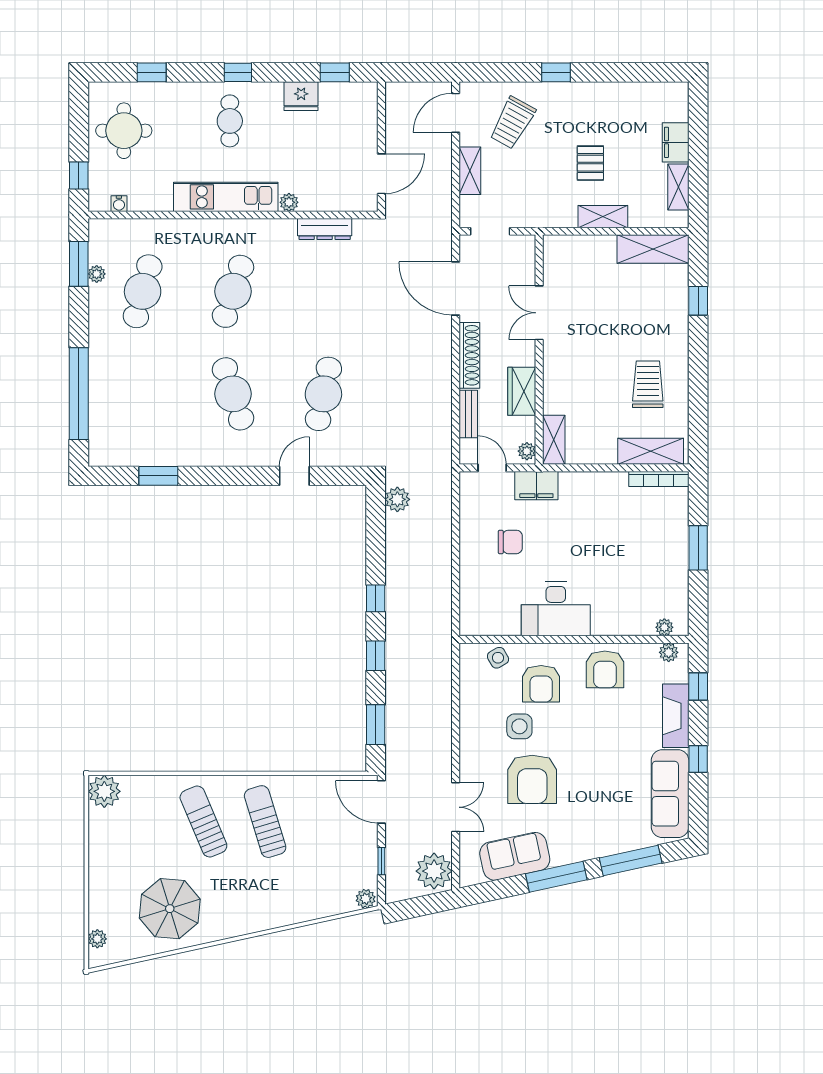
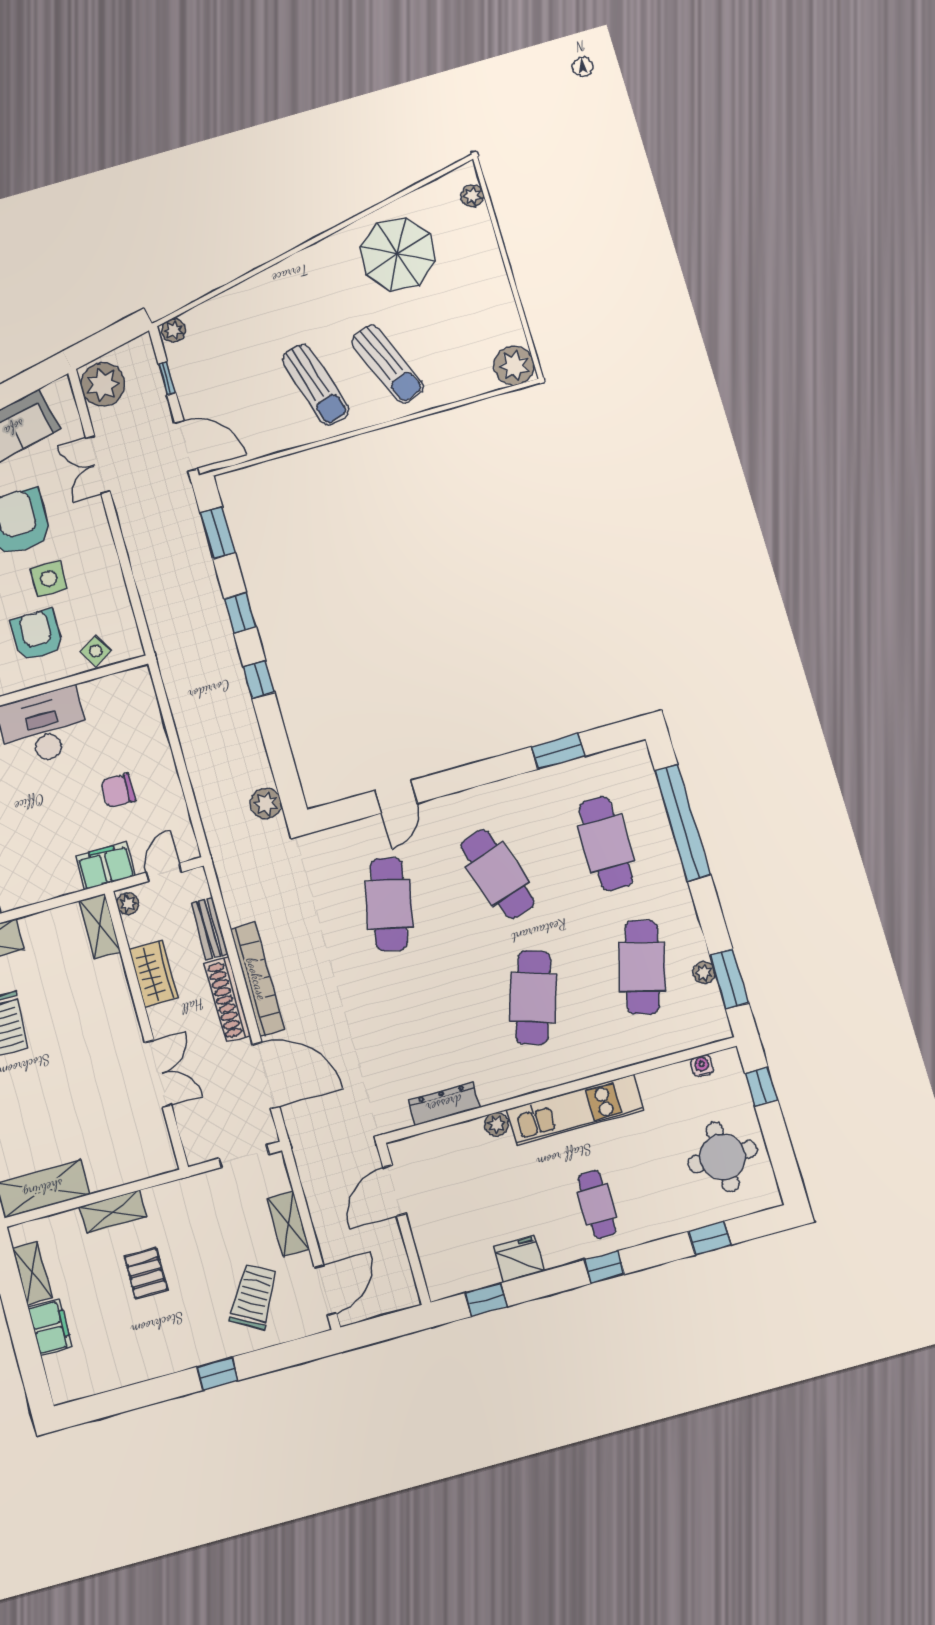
bookcase: (442, 364) -> (257, 979), added
cafe table: (143, 394) -> (606, 844), added
door: (492, 468) -> (164, 872), swing flipped

